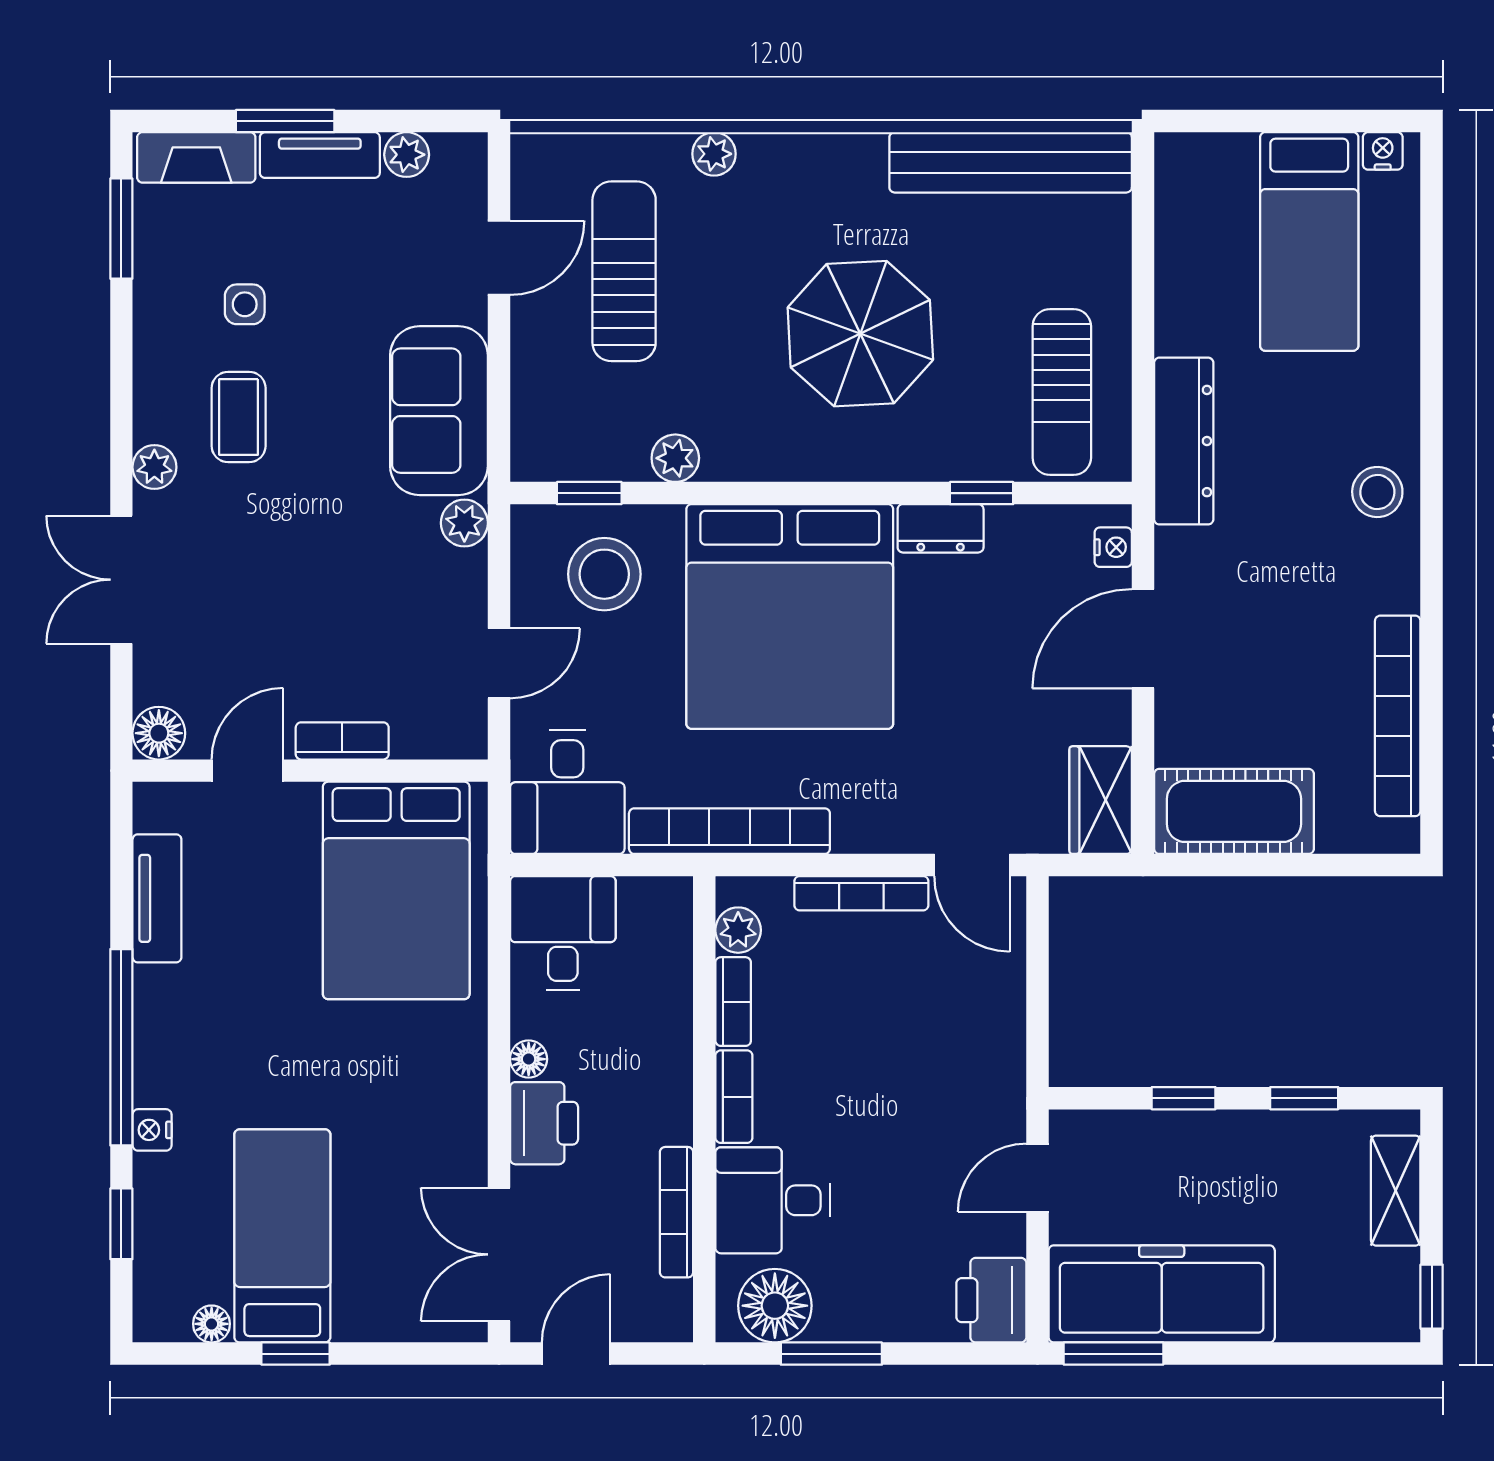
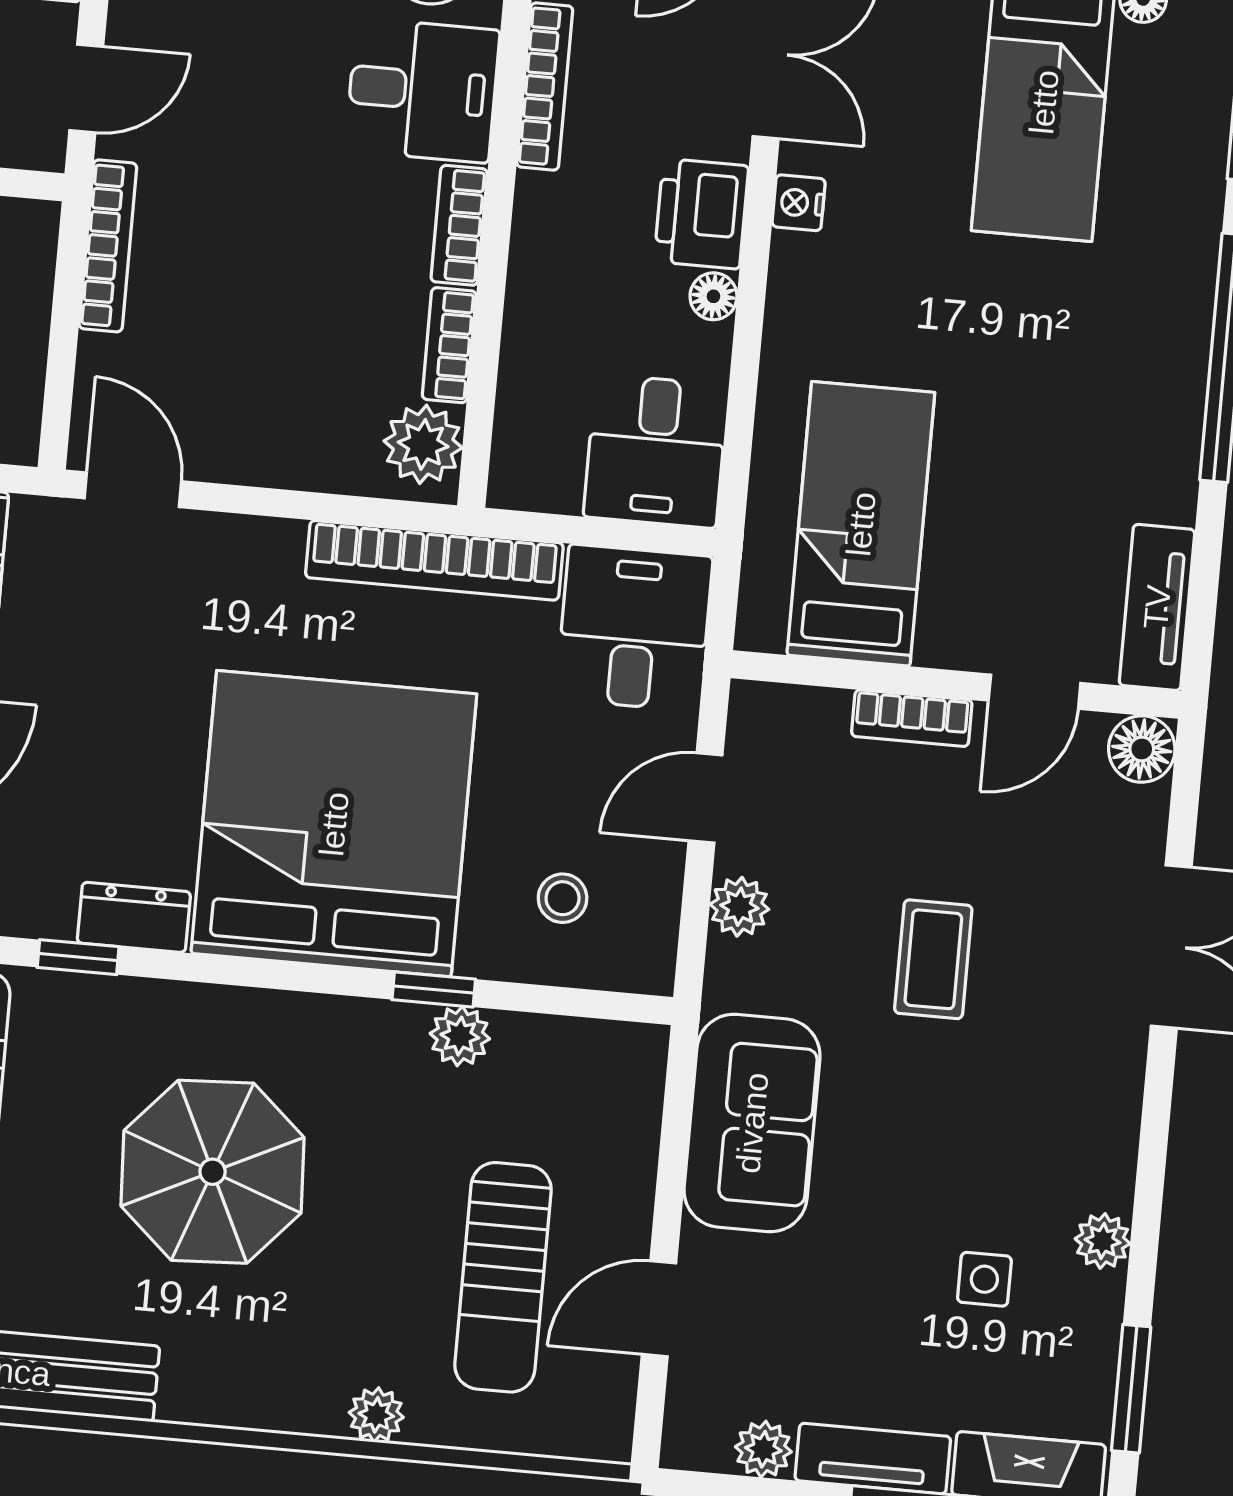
coffee table: (239, 417) -> (933, 959), moved
plant: (154, 467) -> (1103, 1241), moved
window: (589, 493) -> (434, 989), moved
plant: (464, 523) -> (739, 907), moved
stool: (604, 574) -> (563, 898), width x0.53, depth x0.53
bed: (396, 890) -> (861, 524), width x0.67
bookcase: (861, 893) -> (108, 246), moved, turned 90
tv unit: (157, 898) -> (1157, 607), moved
plant: (738, 930) -> (423, 444), width x1.38, depth x1.38
nightstand: (152, 1130) -> (799, 203), moved, turned 180

